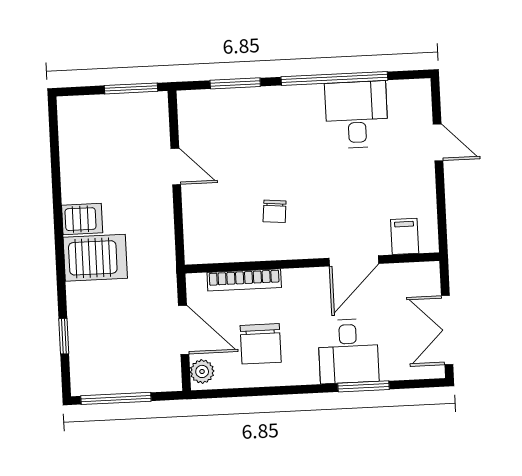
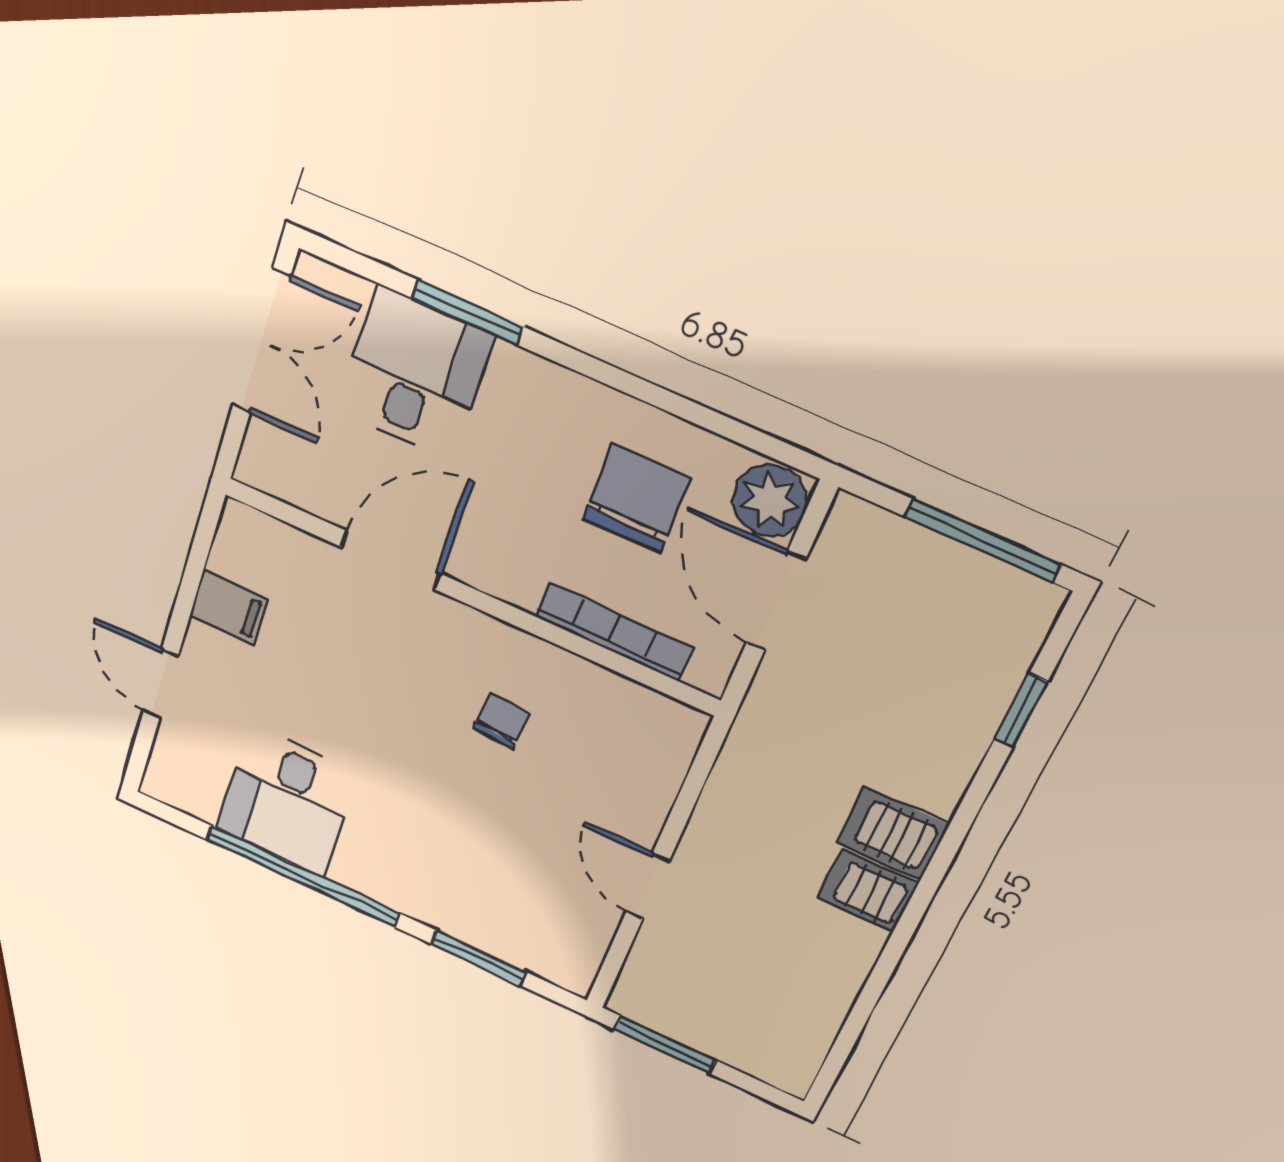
filing cabinet: (405, 236) -> (229, 608), moved, turned -90
server rack: (95, 258) -> (893, 833), width x0.73, depth x0.70
desk: (348, 351) -> (415, 373), moved
plant: (202, 371) -> (770, 500), width x1.38, depth x1.38

